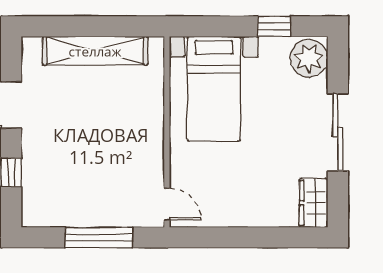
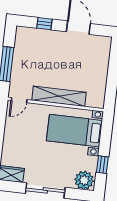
shelving: (95, 51) -> (59, 96), moved, turned 90

